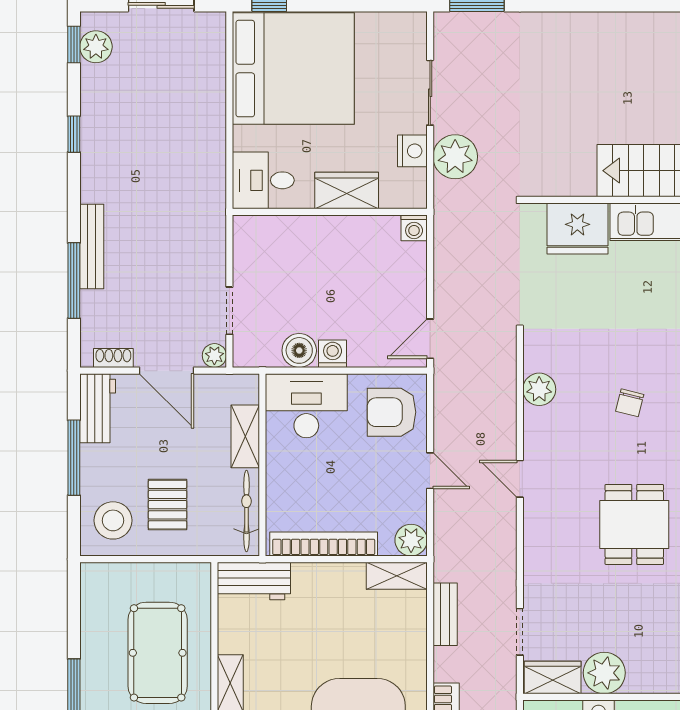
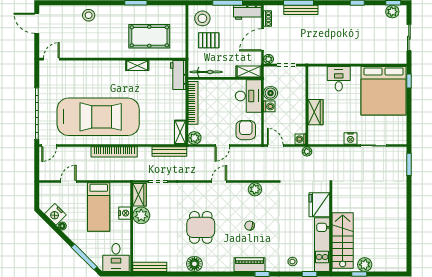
plant: (455, 157) -> (307, 151), moved, width x0.53, depth x0.53
wardrobe: (347, 191) -> (315, 112), moved
wall: (330, 212) -> (307, 105), moved
washing machine: (414, 228) -> (300, 139), moved
bench: (92, 247) -> (301, 10), moved
shelving: (245, 436) -> (249, 71), moved
dining table: (634, 524) -> (201, 227), turned 90
bench: (445, 614) -> (169, 152), width x1.36

